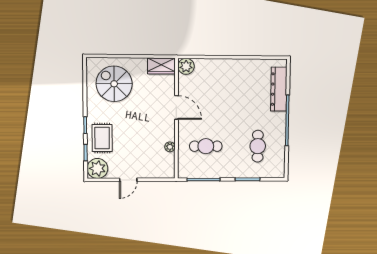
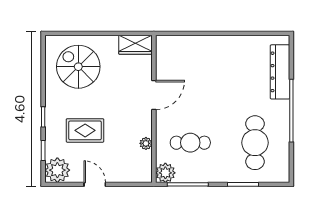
plant: (186, 66) -> (165, 173), moved
door: (176, 107) -> (154, 95), hinge flipped
rug: (102, 138) -> (85, 130), moved, turned 90
cafe table: (258, 146) -> (255, 143), width x1.37, depth x1.35
door: (128, 180) -> (95, 184), swing flipped

